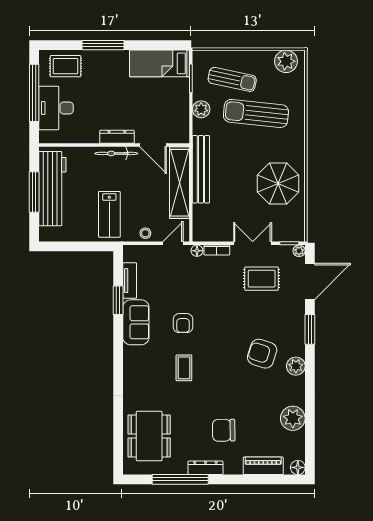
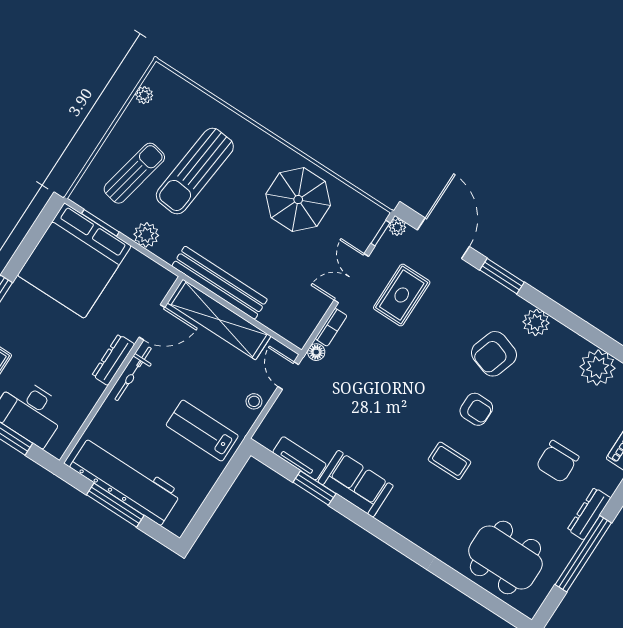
plant: (286, 61) -> (144, 95), width x0.53, depth x0.53
bed: (160, 63) -> (74, 261), width x2.04
lab bench: (109, 214) -> (202, 431), turned 180
armchair: (183, 323) -> (476, 409), moved

